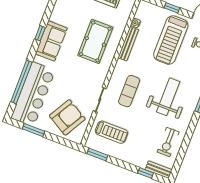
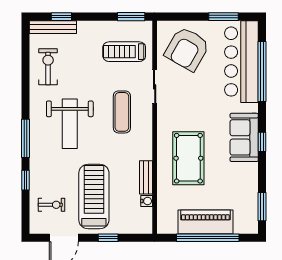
bench: (128, 44) -> (146, 177), width x0.73
bench: (159, 170) -> (53, 27), width x1.36

